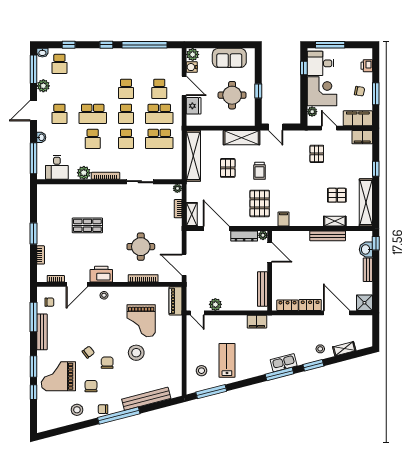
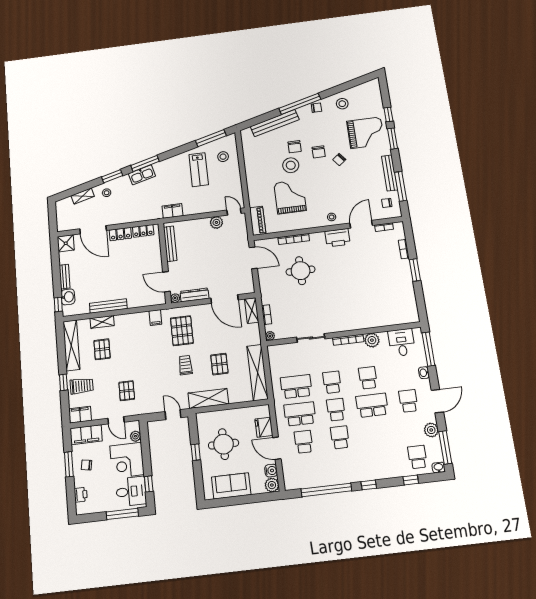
trolley: (359, 163) -> (82, 386), added
pallet: (337, 195) -> (102, 349), turned 90
shop shelf: (87, 225) -> (360, 285), removed
chair: (91, 386) -> (295, 147), moved

